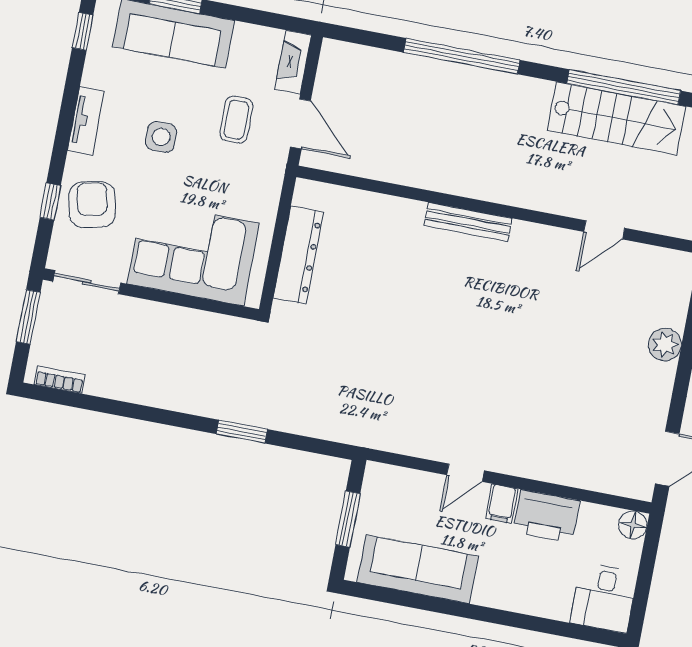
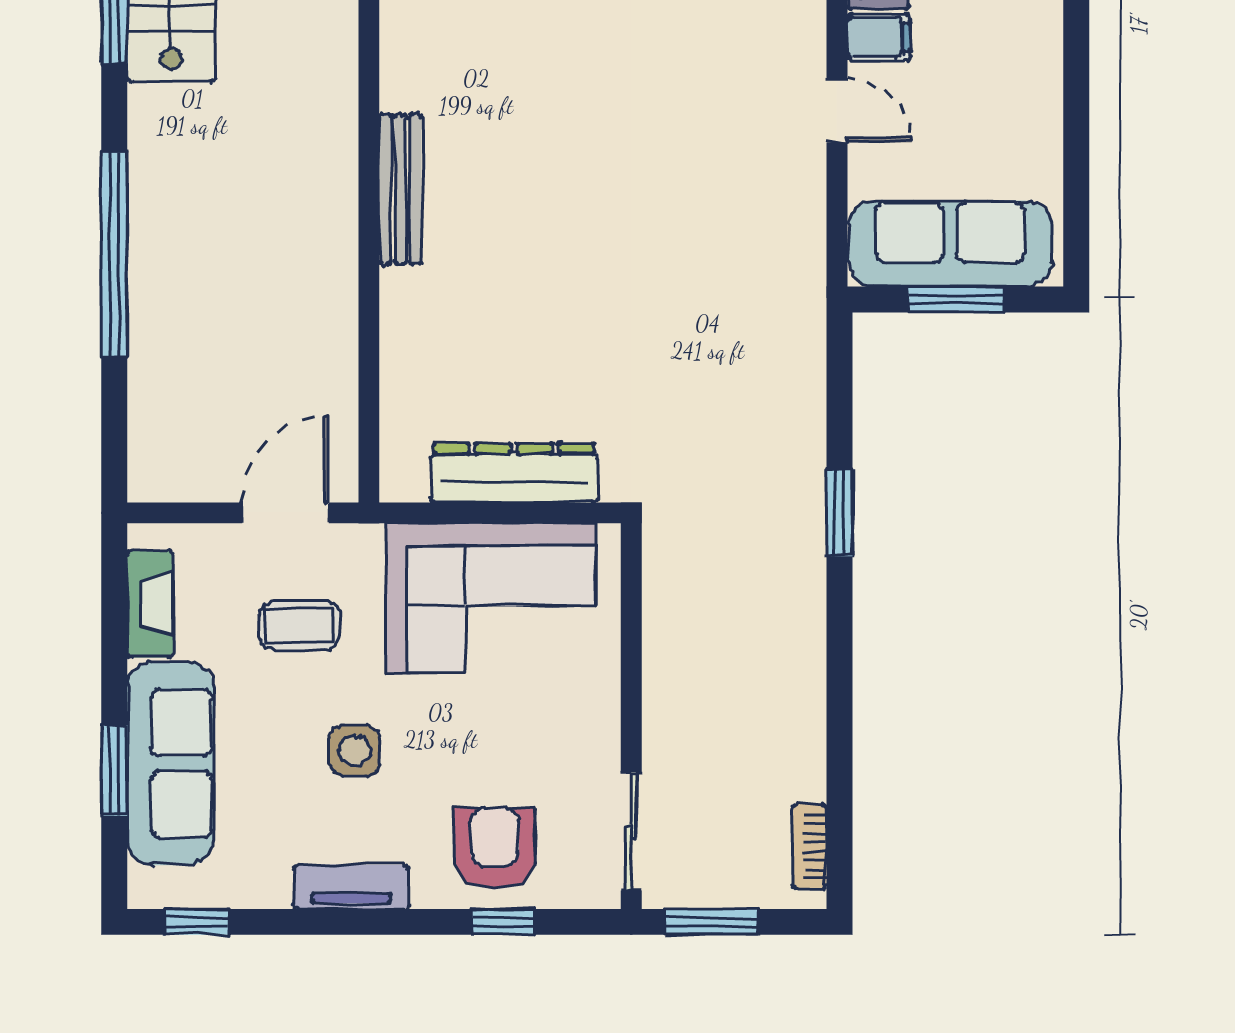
fireplace: (293, 62) -> (150, 604), moved, turned -90
armchair: (92, 205) -> (495, 848), turned 102
corner sofa: (193, 253) -> (491, 598), moved, turned -90
sofa: (418, 569) -> (950, 244), moved, turned 90

